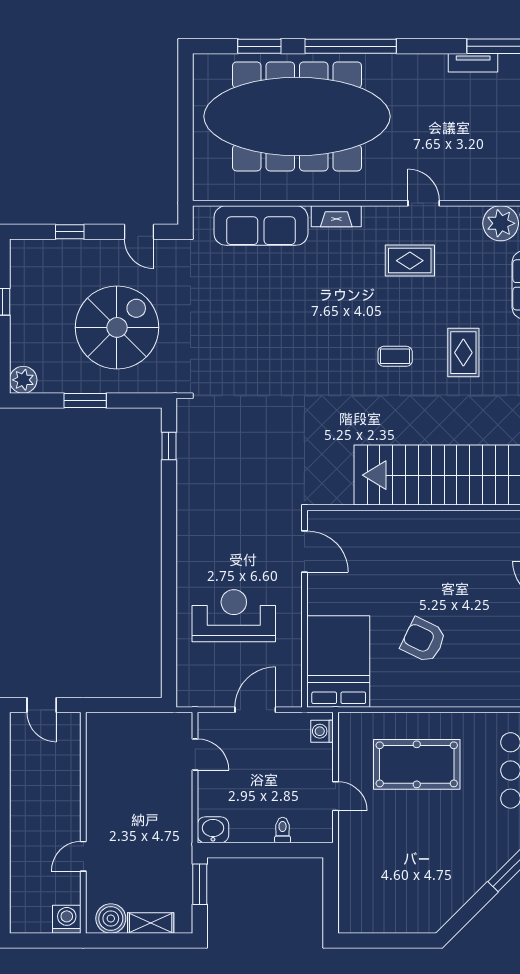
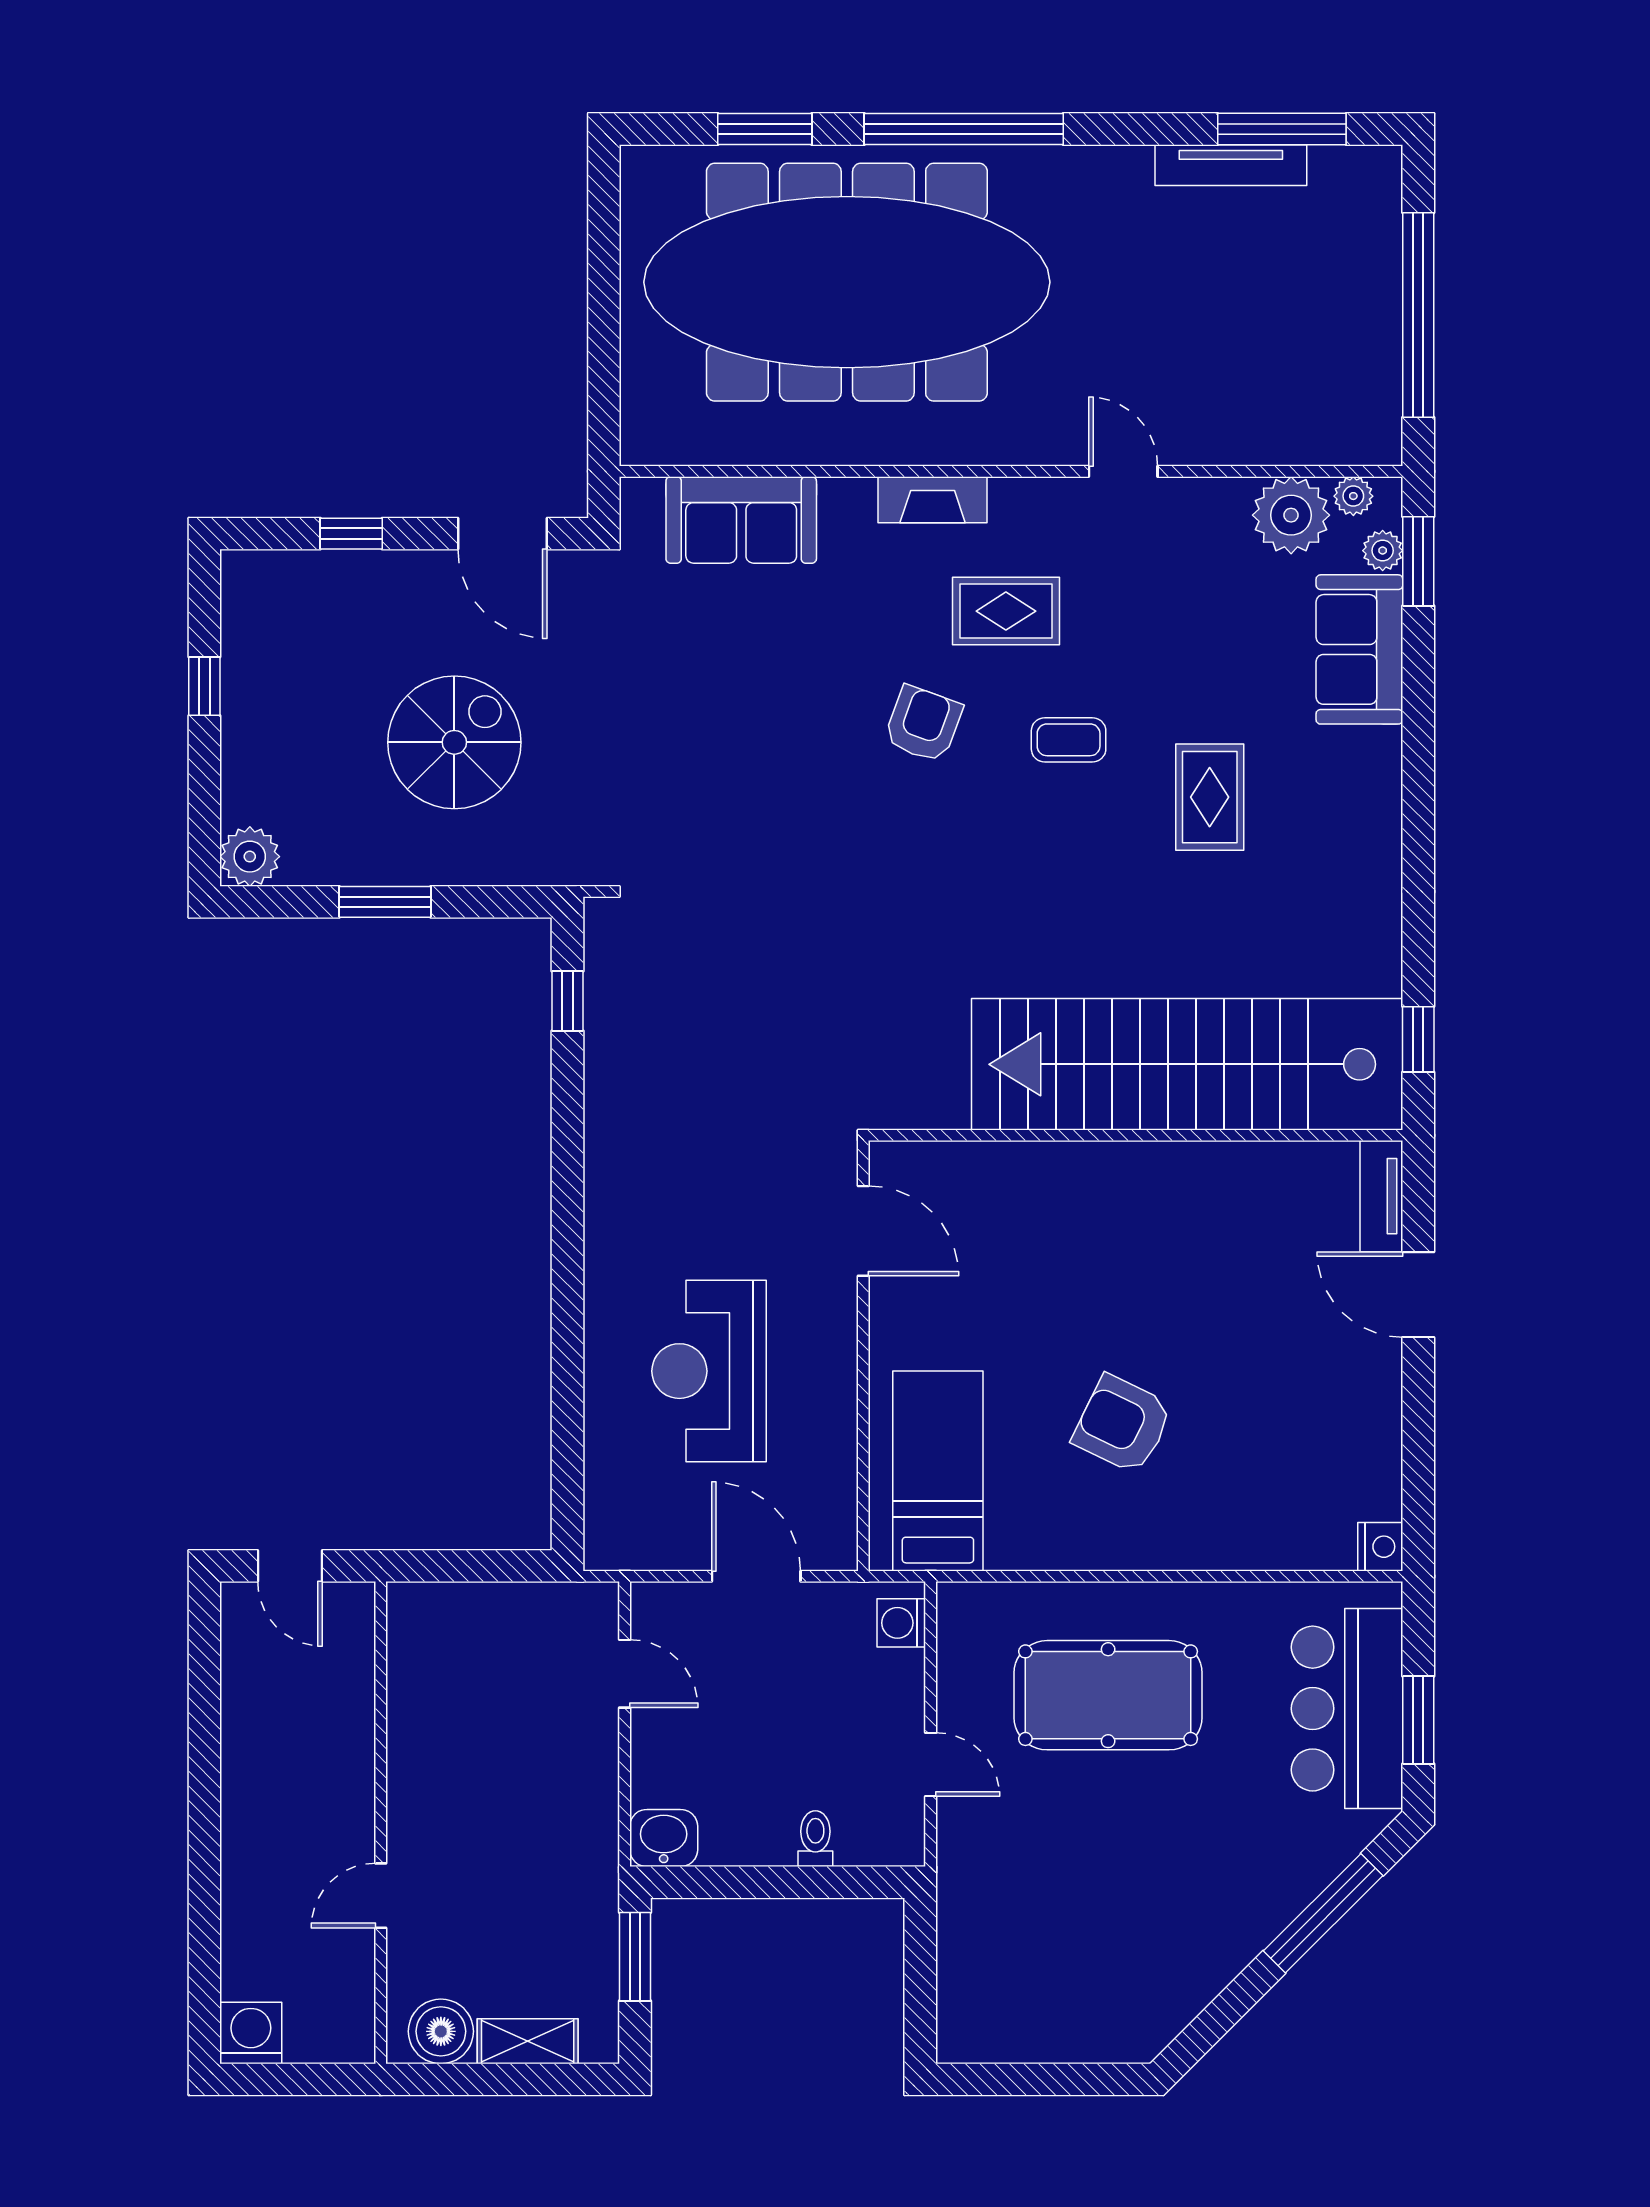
tv unit: (473, 63) -> (1231, 165), width x1.41
sofa: (261, 225) -> (741, 520), width x0.73
door: (139, 232) -> (502, 534), width x1.38
rug: (410, 261) -> (1006, 611), moved
armchair: (332, 319) -> (923, 724), added
spiral stairs: (117, 327) -> (454, 742), width x0.73, depth x0.73
coffee table: (395, 356) -> (1069, 740), moved
reception desk: (234, 616) -> (709, 1371), turned -90
bed: (339, 662) -> (938, 1471), width x0.67
door: (255, 710) -> (756, 1576), hinge flipped
washing machine: (67, 919) -> (251, 2033), moved

